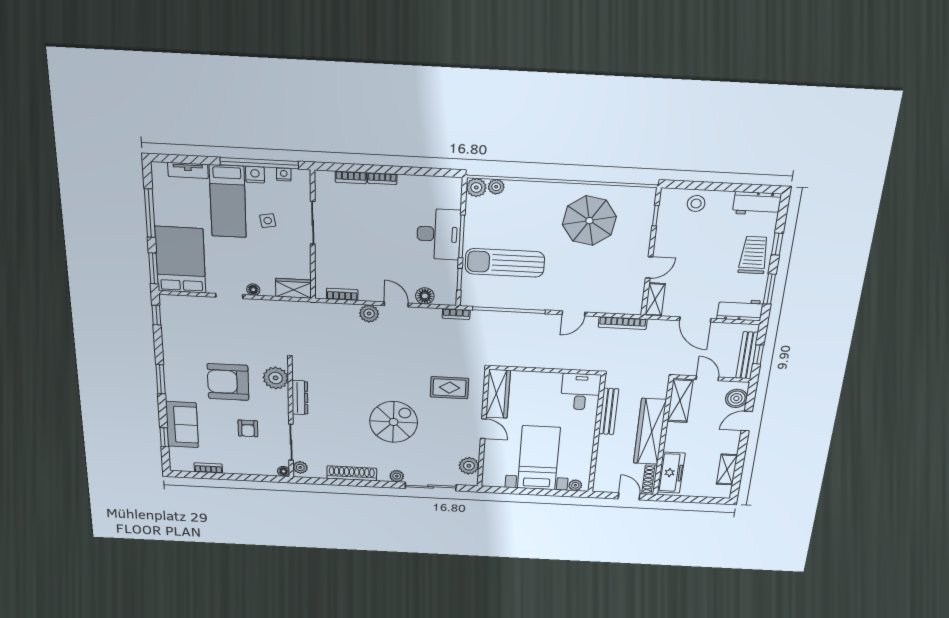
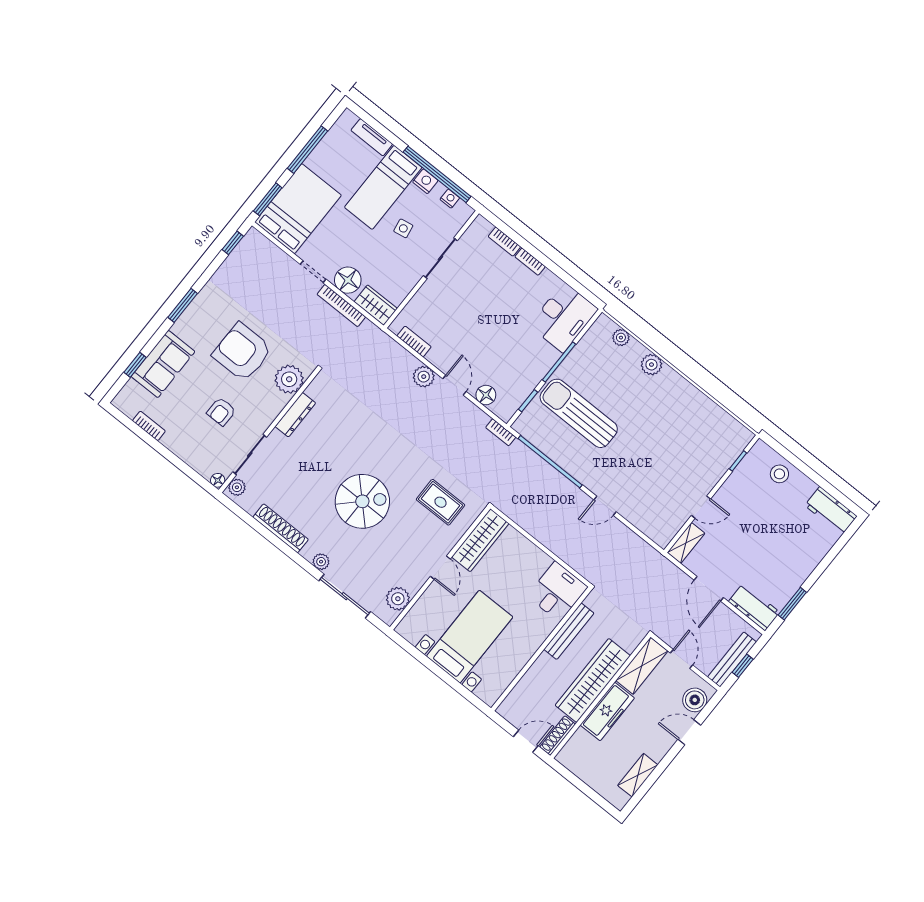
plant: (476, 187) -> (651, 365), moved
parasol: (589, 221) -> (679, 425), removed
desk: (439, 234) -> (563, 317), moved
window: (777, 244) -> (825, 563), removed
trolley: (754, 255) -> (799, 559), removed
floor lamp: (253, 290) -> (348, 280), width x1.89, depth x1.89
bookcase: (623, 323) -> (341, 306), moved
freezer: (671, 473) -> (607, 712), moved
plant: (575, 485) -> (483, 692), removed
door: (629, 496) -> (526, 741), hinge flipped

